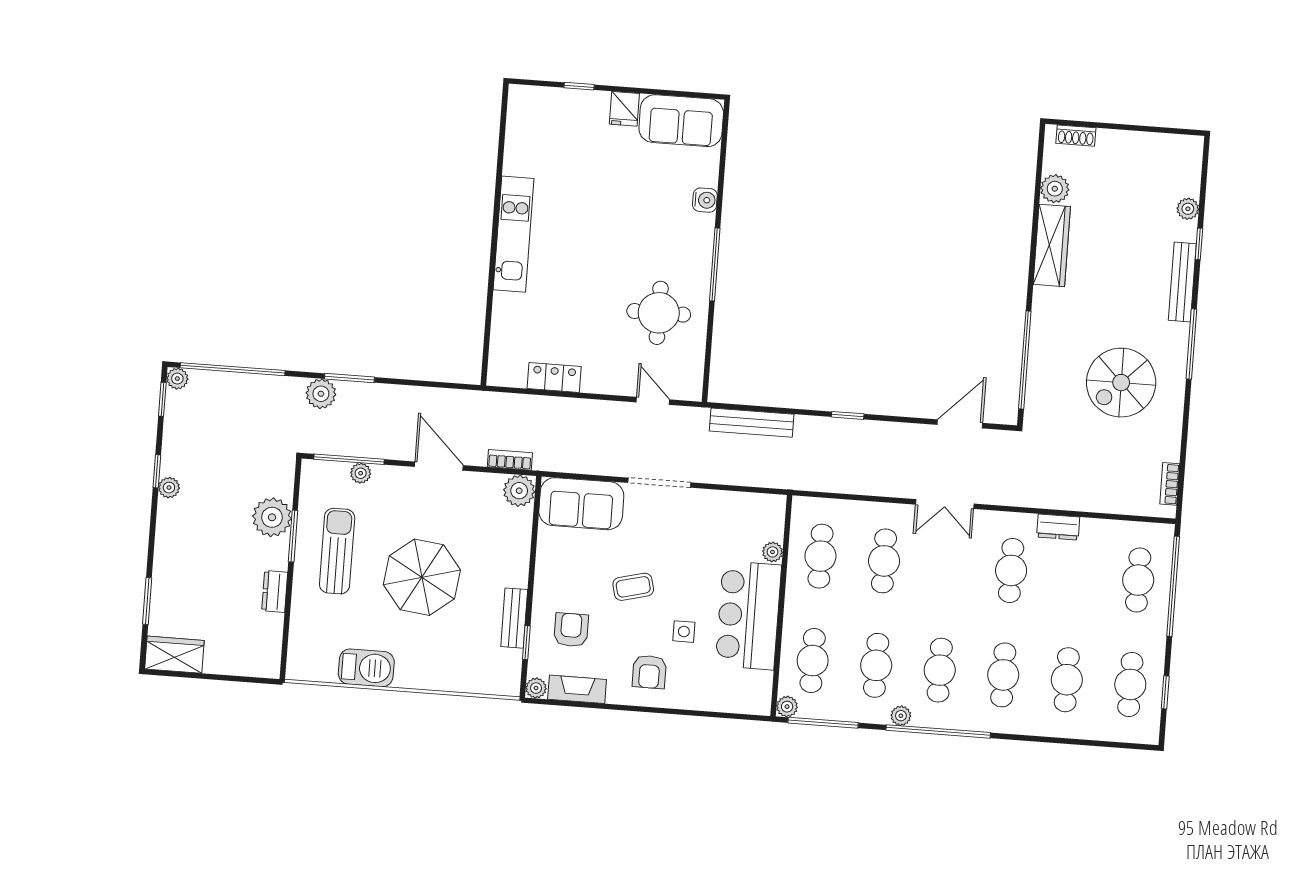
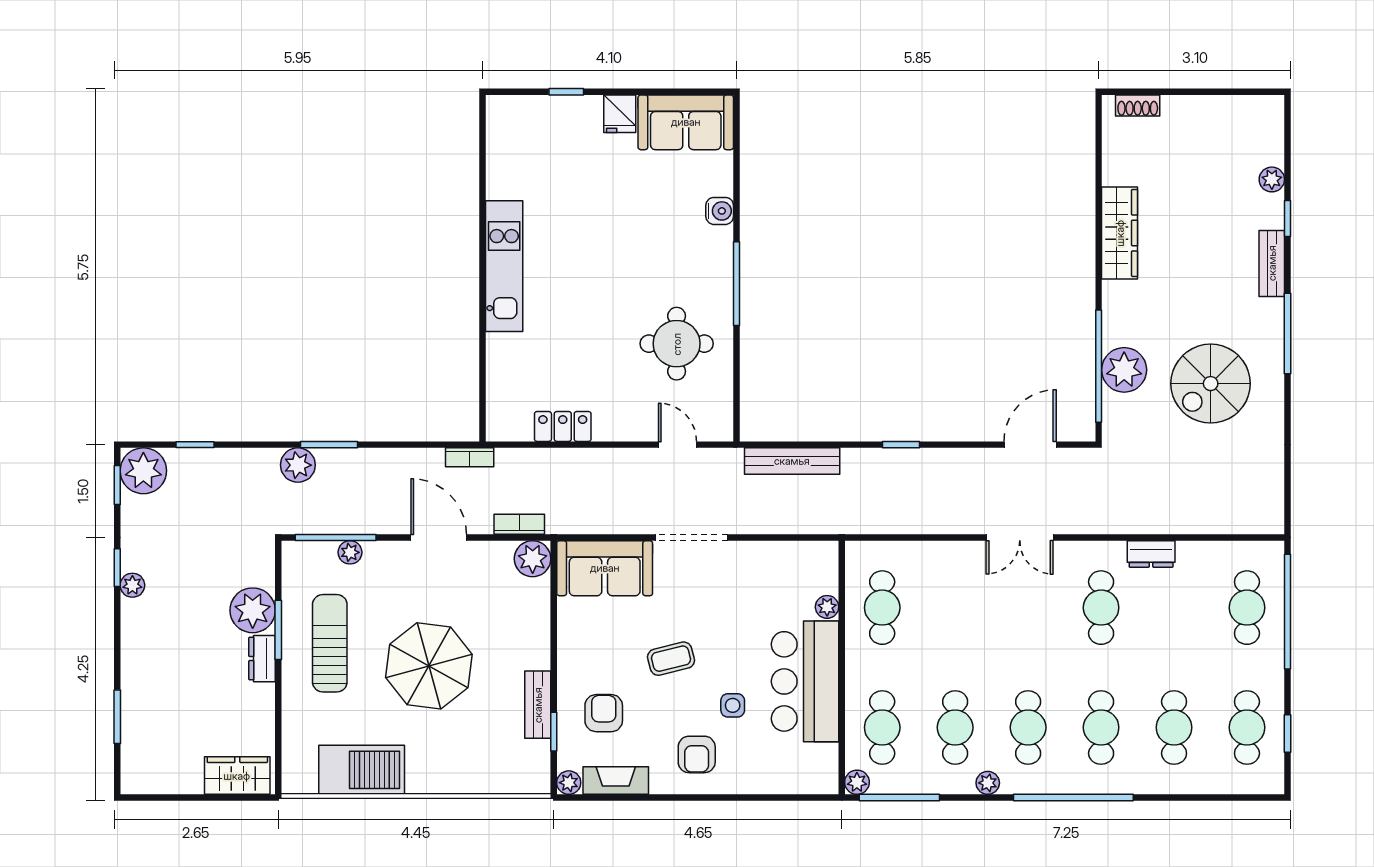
plant: (1055, 189) -> (1124, 370), moved, width x1.36, depth x1.36
bench: (1182, 282) -> (1272, 263), width x0.73
window: (233, 369) -> (195, 445), width x0.32
plant: (177, 379) -> (143, 471), width x1.88, depth x1.88
bookcase: (1170, 484) -> (470, 457), moved, turned -90
cafe table: (884, 561) -> (955, 608), removed
dresser: (275, 591) -> (262, 659), moved
wardrobe: (174, 655) -> (237, 776), moved
barbecue: (366, 668) -> (362, 770), width x1.37, depth x1.21
window: (938, 731) -> (1073, 798), moved

